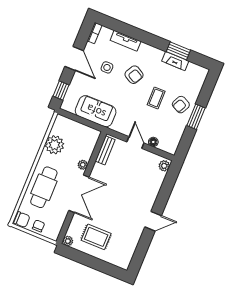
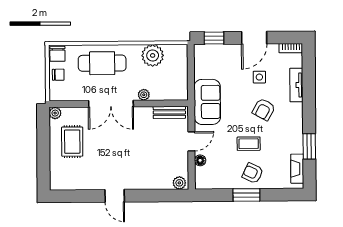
fireplace: (175, 61) -> (297, 169), moved
sofa: (96, 111) -> (207, 102), moved

